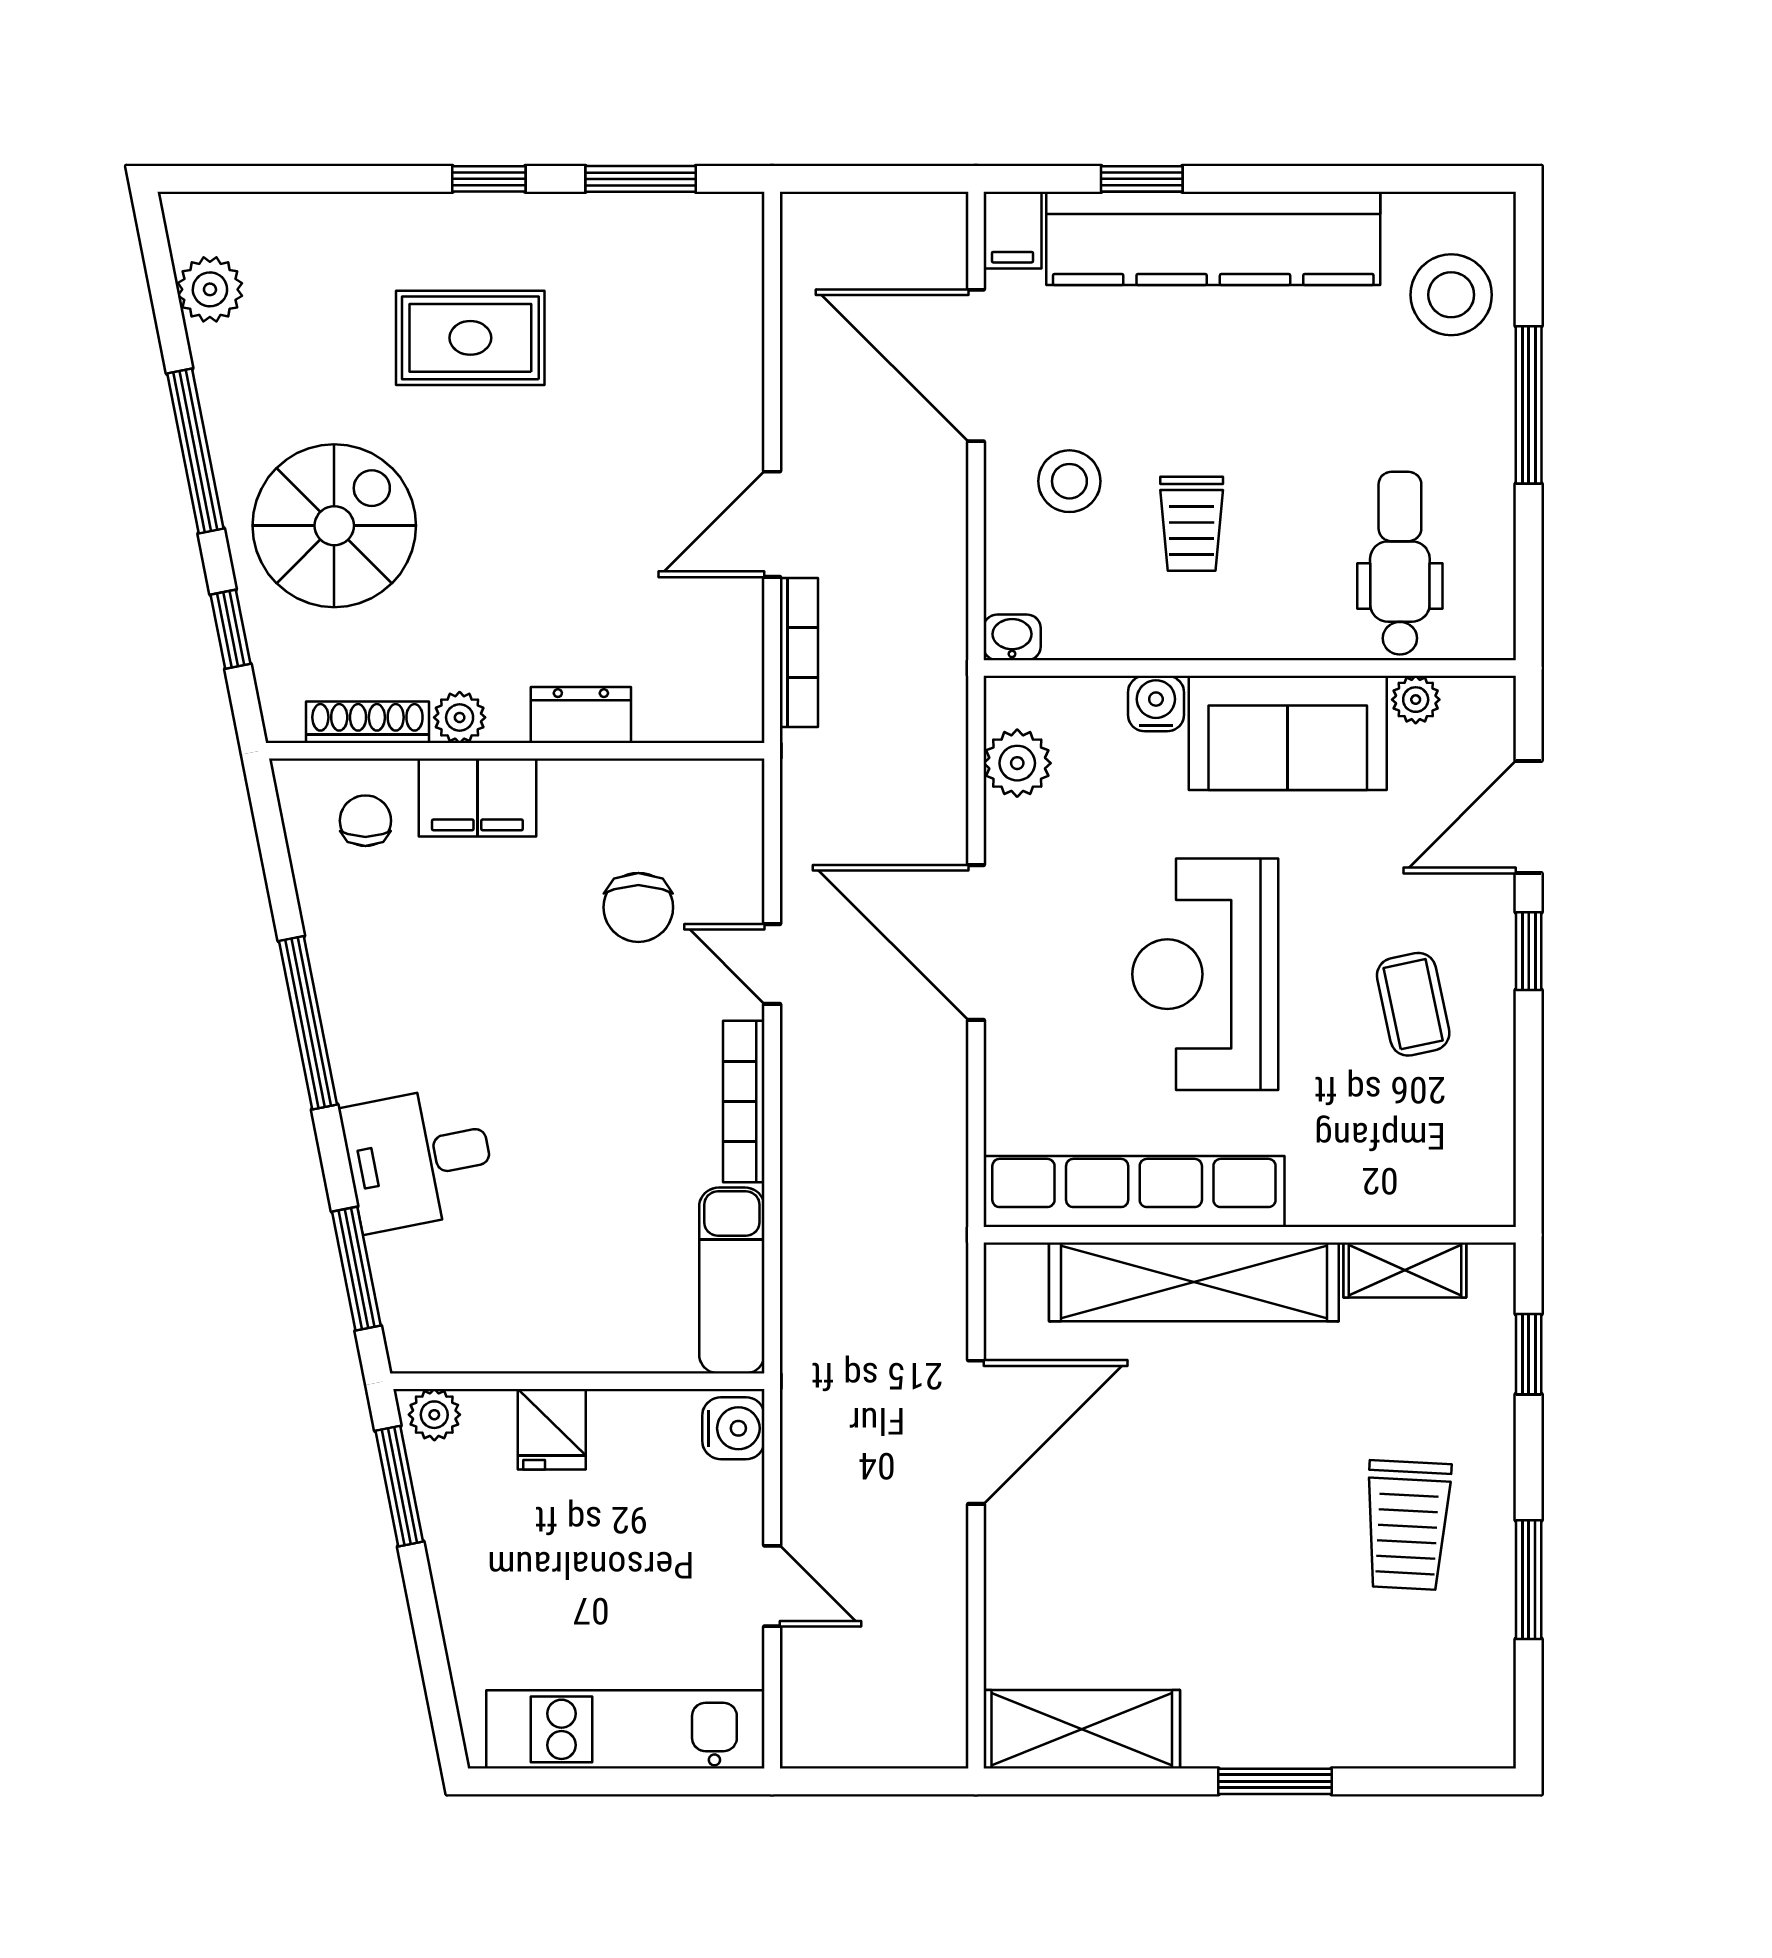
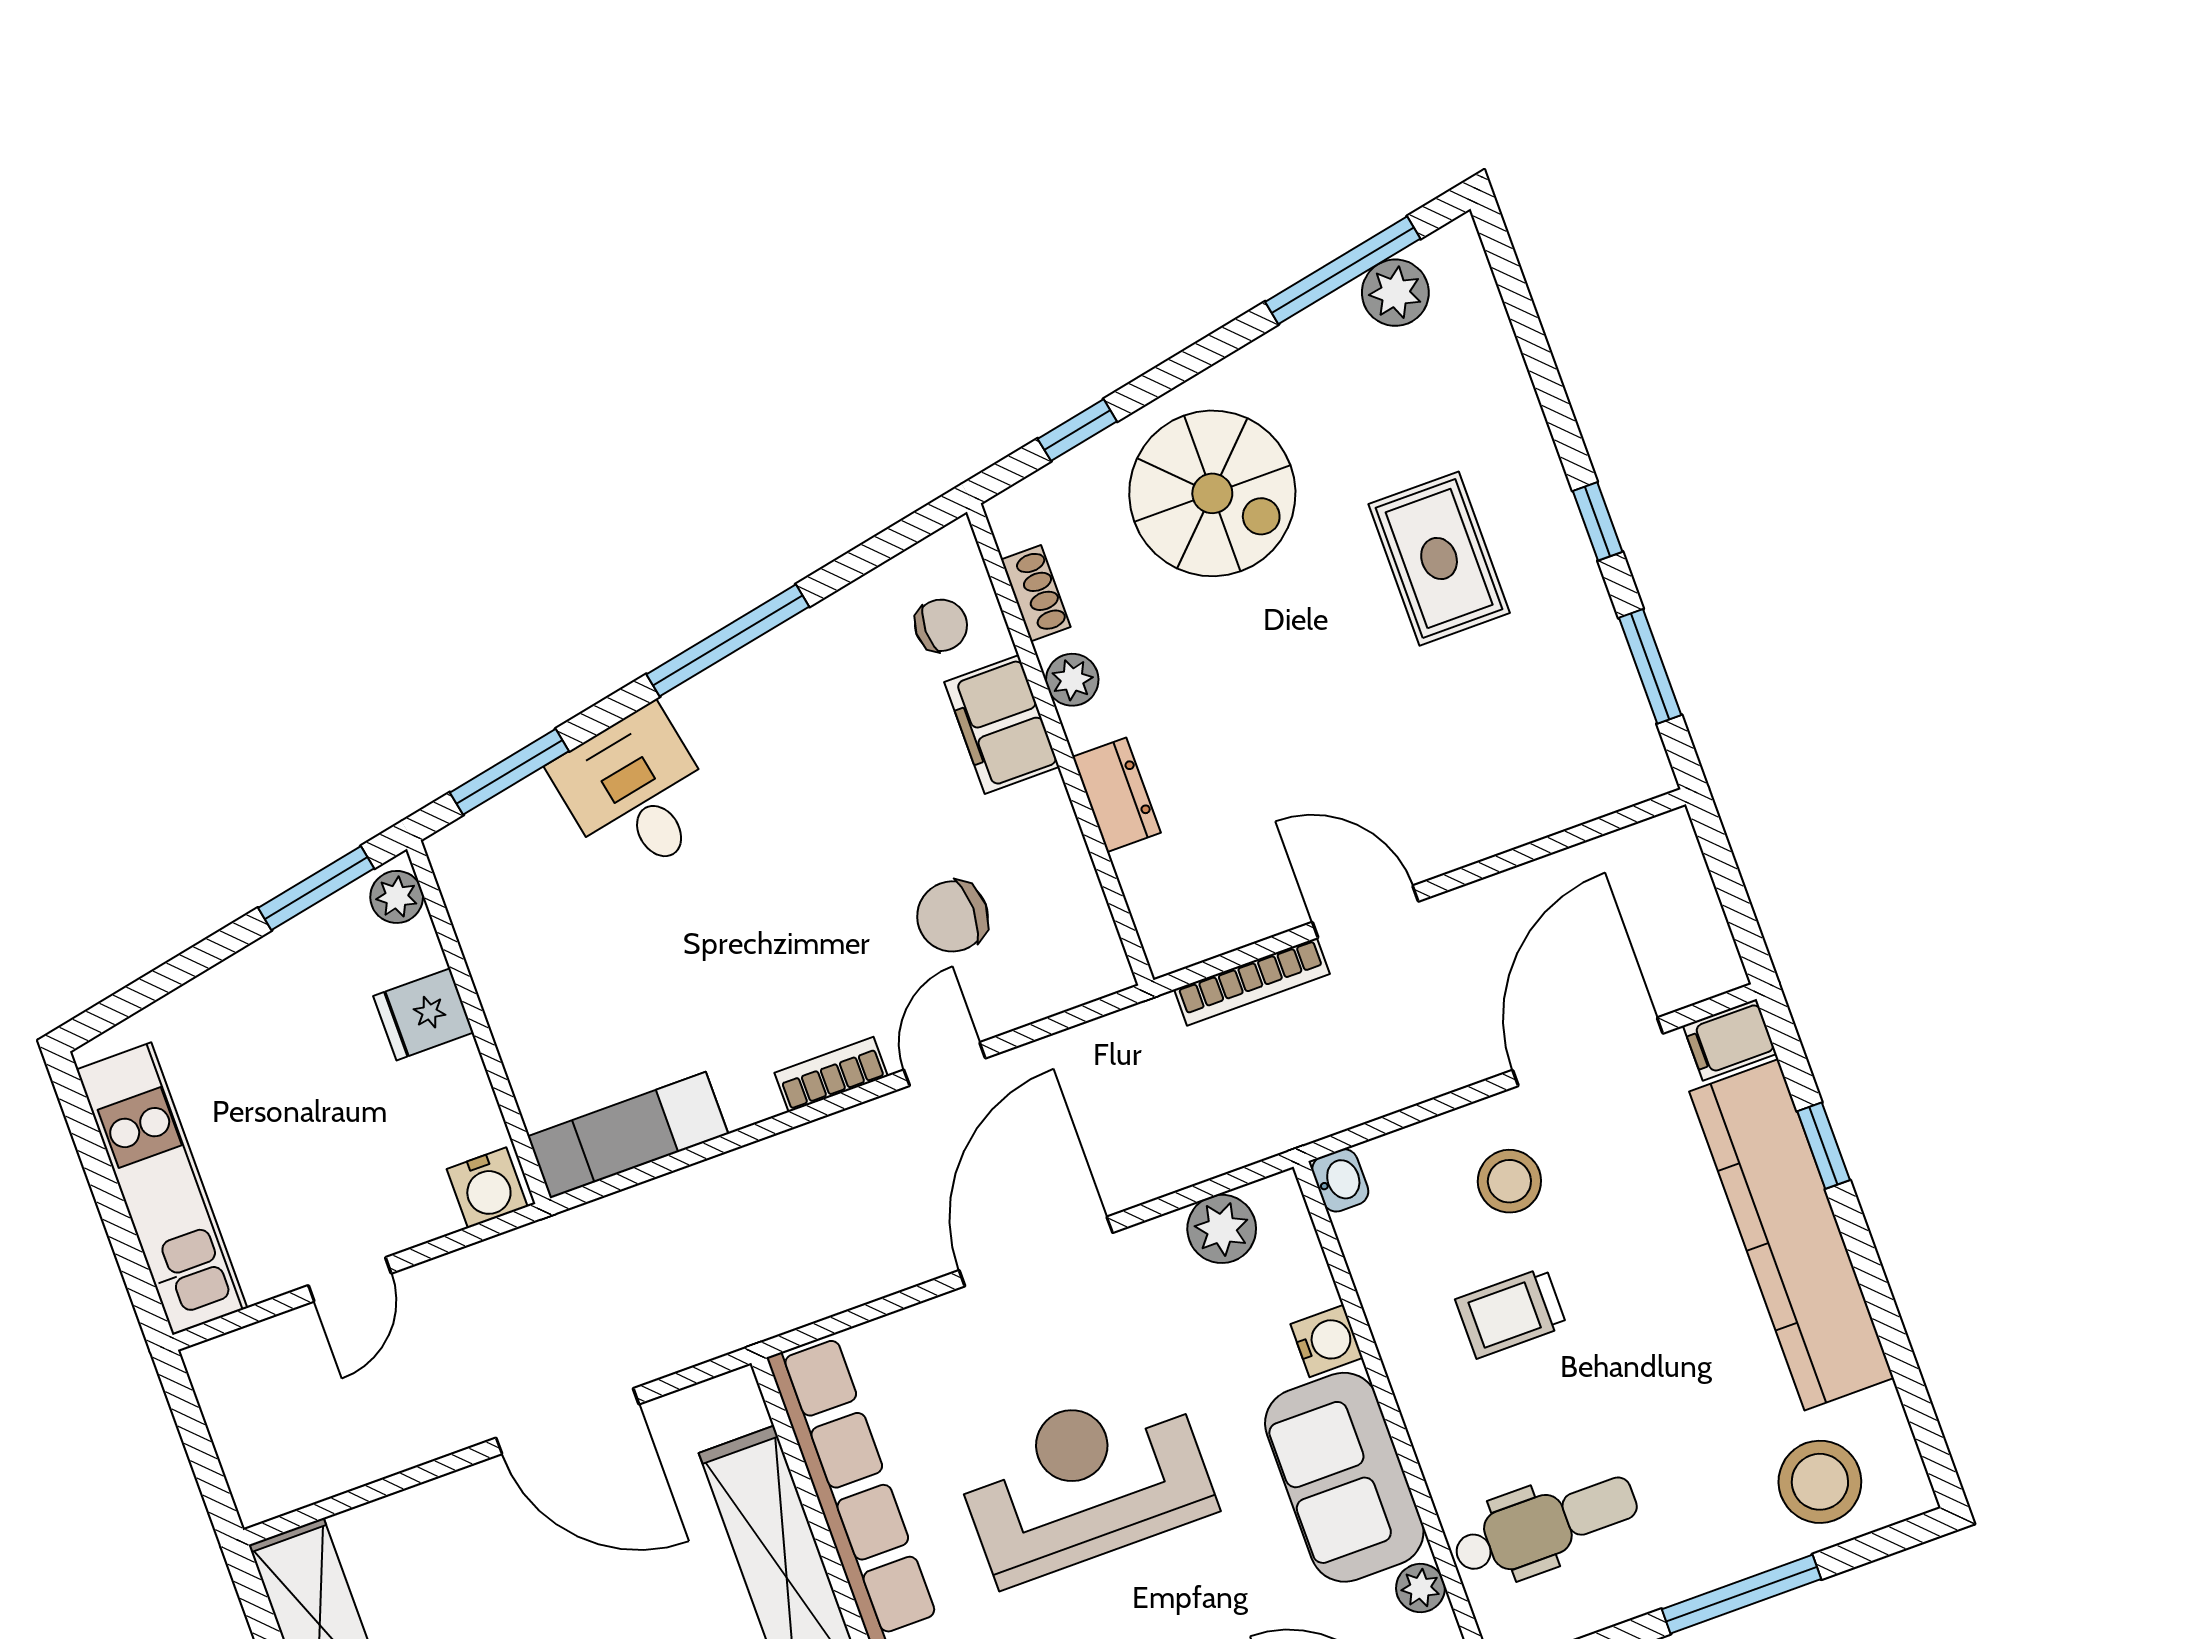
window: (195, 451) -> (1343, 270), moved
shoe rack: (367, 722) -> (1036, 593), width x0.70
bookcase: (744, 1102) -> (831, 1074), width x0.64

